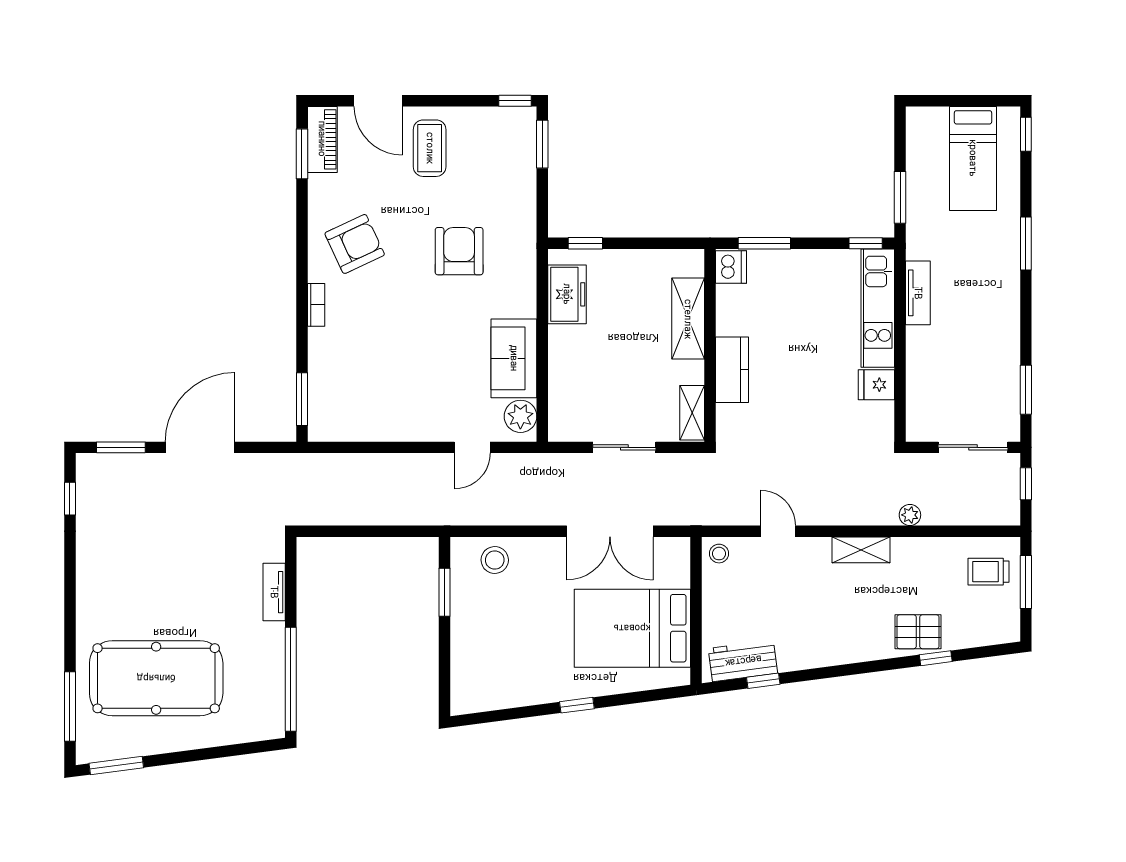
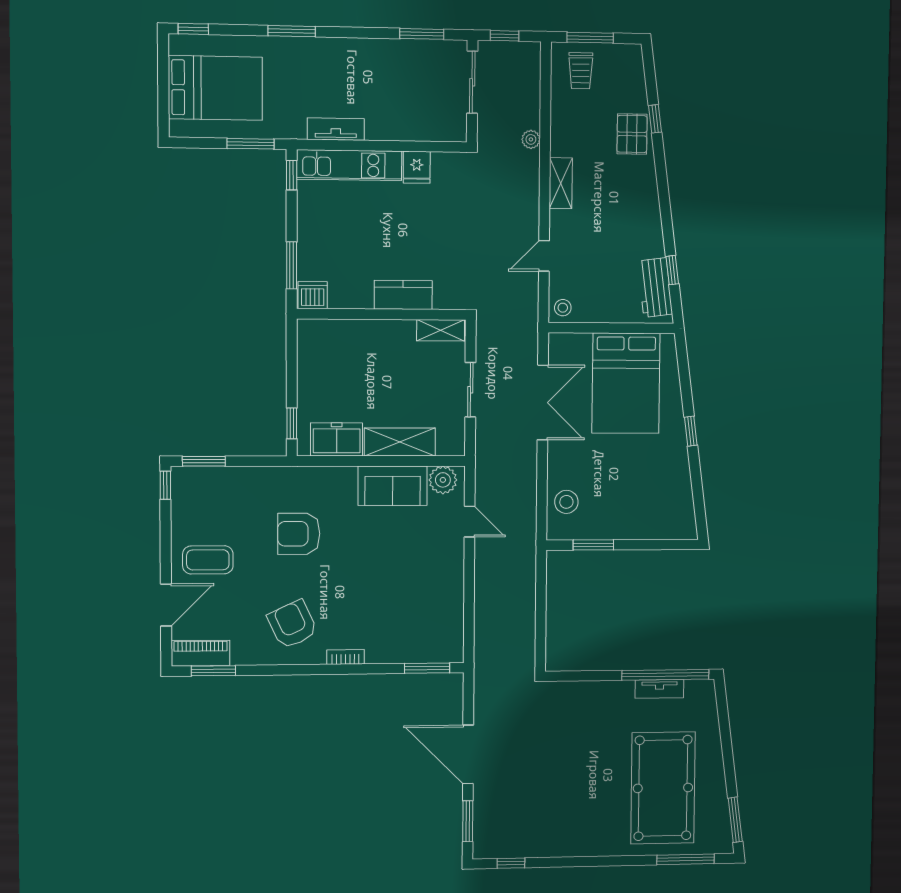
bed: (973, 158) -> (215, 88), width x1.50
shelving: (688, 319) -> (400, 442), moved
tv unit: (274, 592) -> (659, 689), moved

